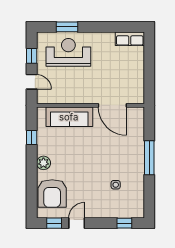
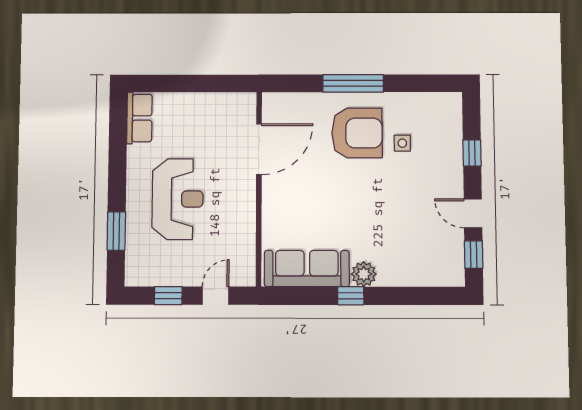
reception desk: (68, 52) -> (178, 199), moved, turned 180
sofa: (69, 117) -> (307, 269), moved, turned -90
window: (32, 138) -> (351, 296), moved
armchair: (52, 193) -> (357, 133), moved
window: (124, 223) -> (472, 153), moved

